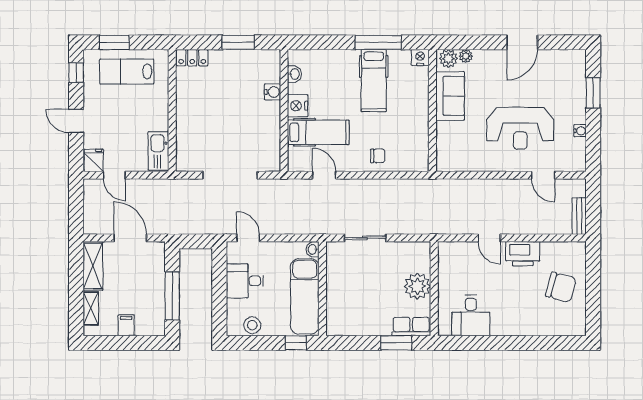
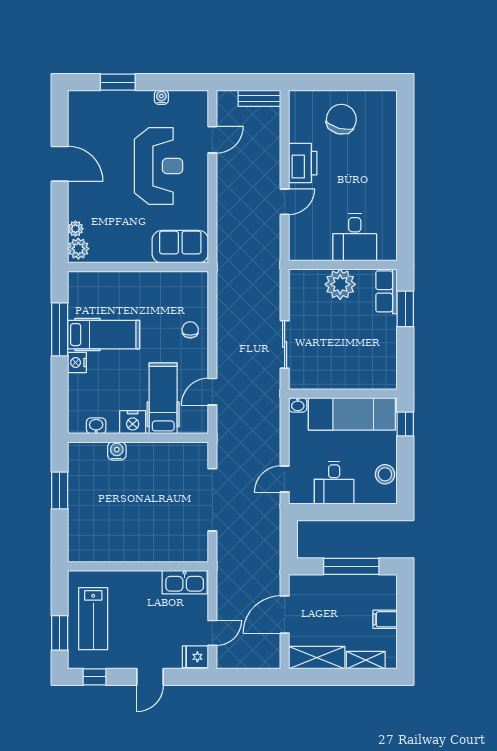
nightstand: (420, 57) -> (77, 363), moved
locker: (192, 58) -> (77, 543), removed
sofa: (450, 96) -> (180, 247), moved
desk: (471, 315) -> (355, 237), moved, turned 90

